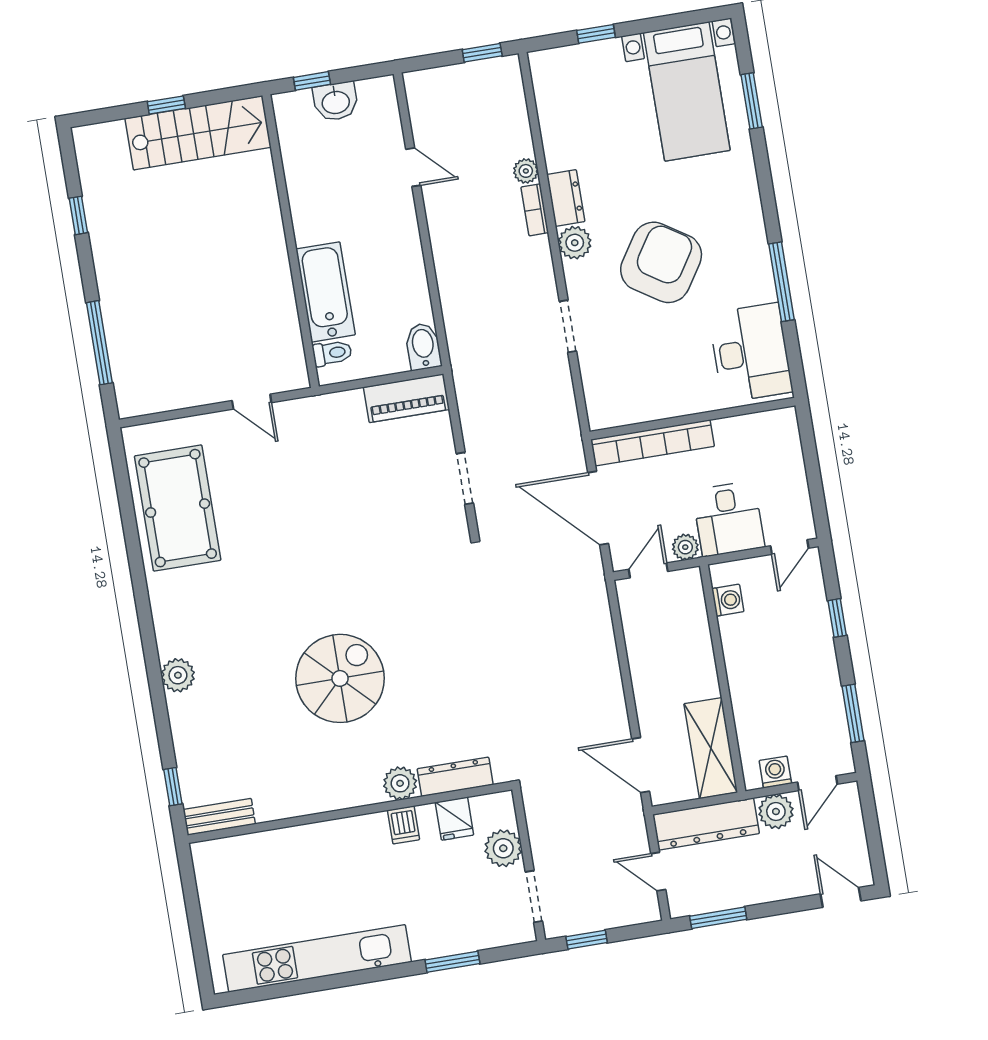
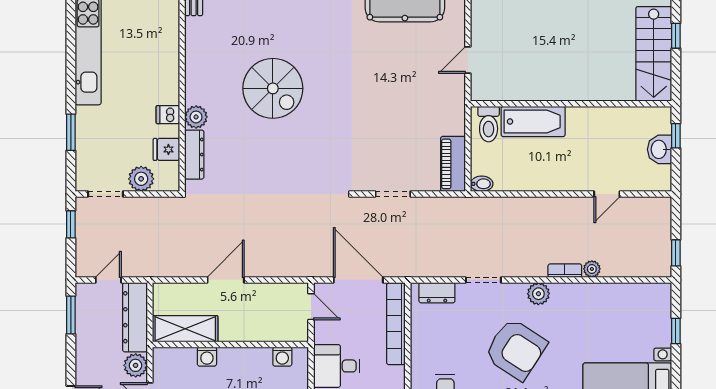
dresser: (566, 198) -> (437, 293), moved
bidet: (423, 346) -> (482, 184), width x0.72, depth x0.74
toilet: (332, 353) -> (489, 124), width x1.37, depth x1.39
door: (598, 508) -> (358, 280), hinge flipped
plant: (685, 547) -> (322, 334), removed
door: (641, 765) -> (226, 280), moved
washing machine: (775, 772) -> (207, 357), moved, turned 90

